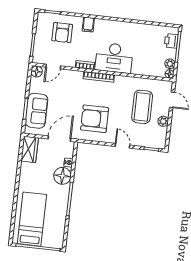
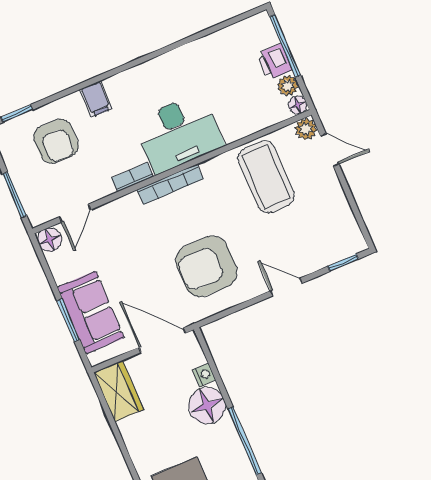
printer: (171, 41) -> (275, 62), moved
coffee table: (142, 107) -> (266, 177), moved
plant: (163, 121) -> (306, 129), moved
door: (59, 139) -> (162, 340), hinge flipped

